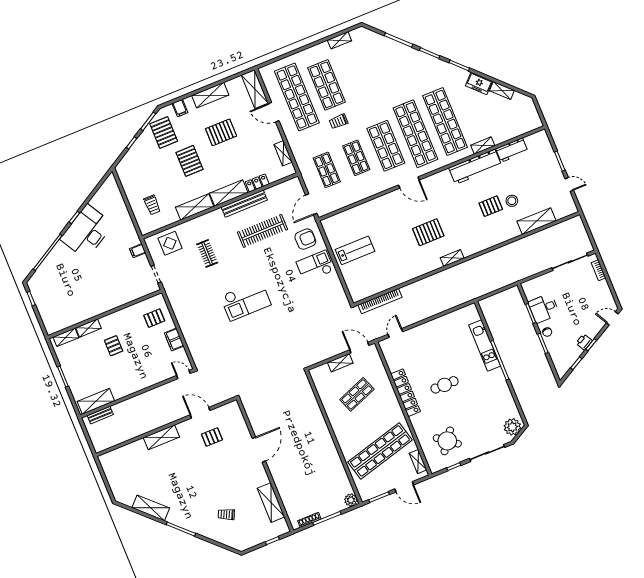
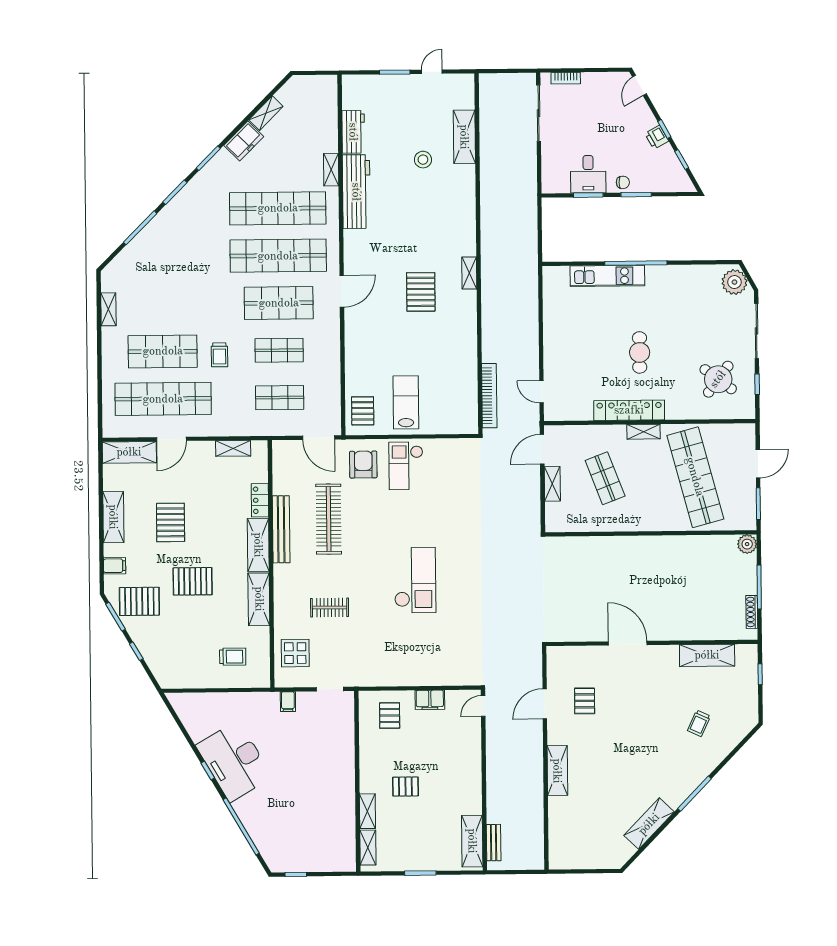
pallet: (491, 206) -> (363, 411), moved
shelving: (418, 462) -> (643, 432), moved

